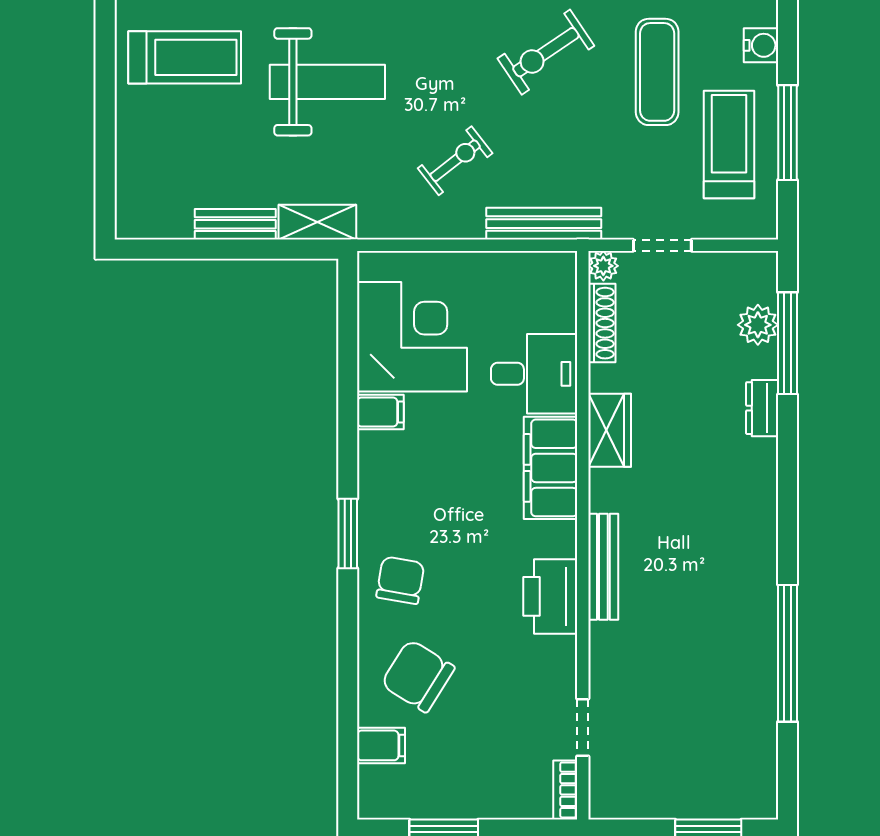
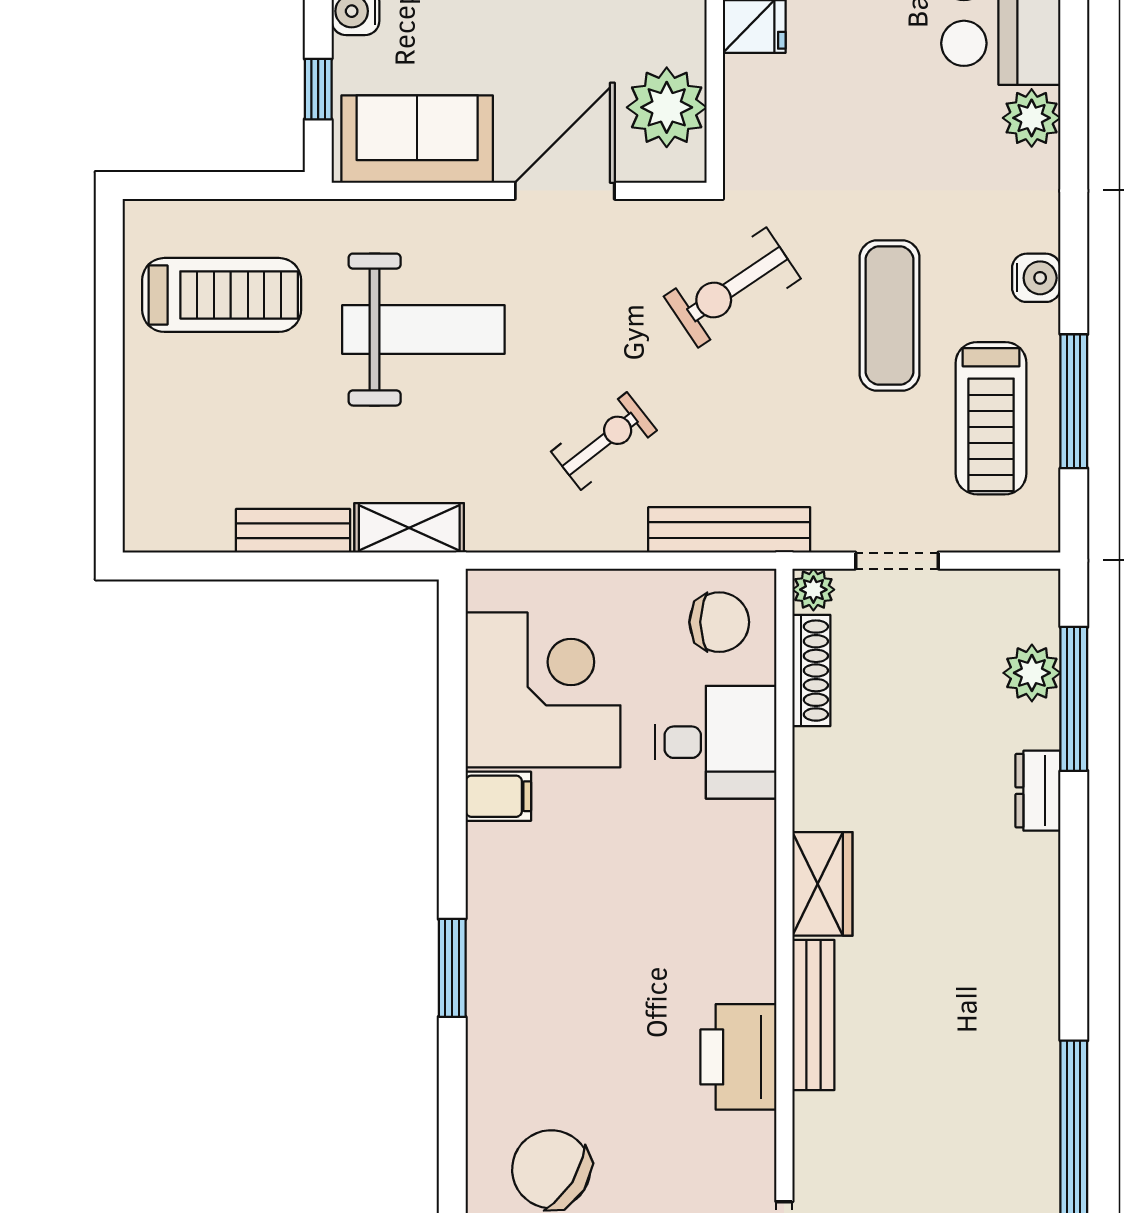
treadmill: (729, 145) -> (991, 418), turned 180
wardrobe: (610, 430) -> (822, 884), moved
filing cabinet: (551, 468) -> (739, 875), removed
chair: (400, 580) -> (719, 622), moved, turned 80

